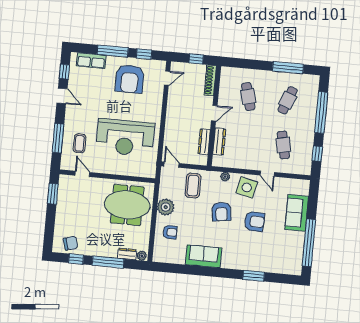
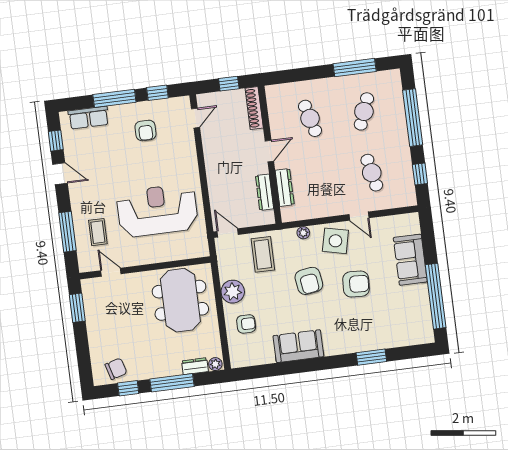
armchair: (130, 79) -> (146, 130), width x0.53, depth x0.53
reception desk: (125, 137) -> (157, 210), turned 180
meeting table: (127, 205) -> (180, 300), turned 90

